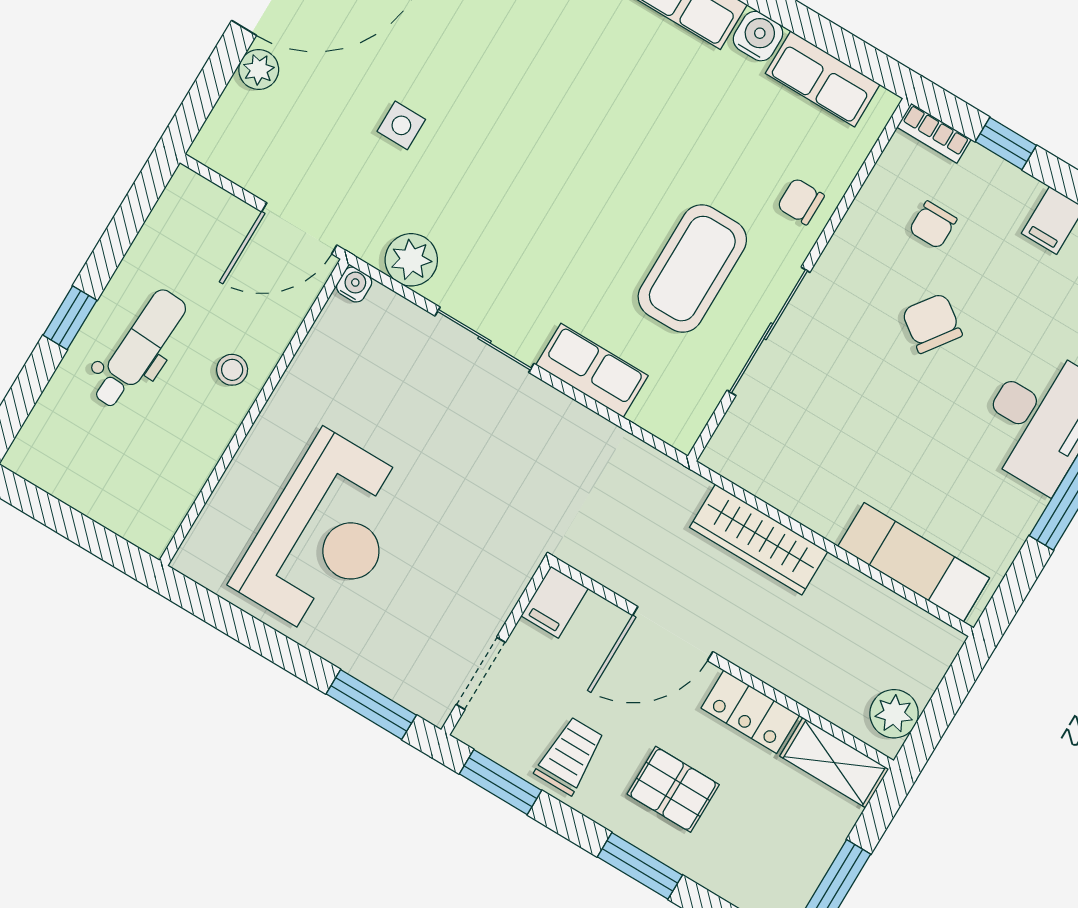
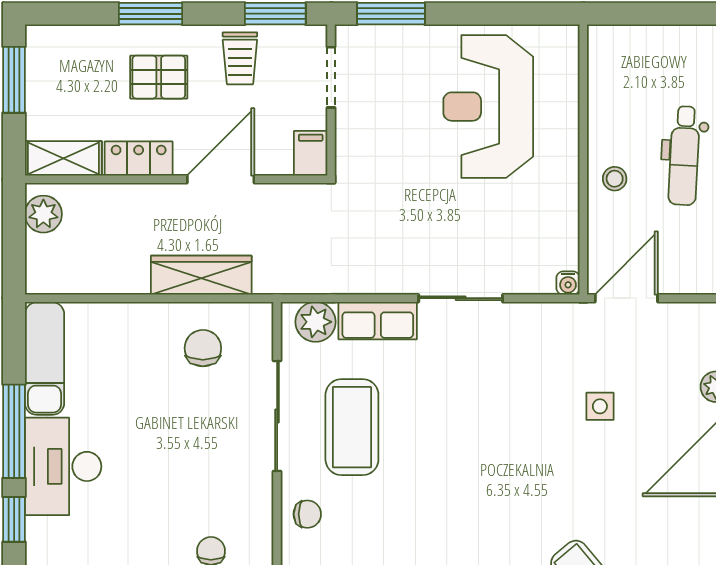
plant: (411, 260) -> (316, 322), moved
chair: (932, 323) -> (203, 348), moved, turned -126
exam couch: (914, 562) -> (45, 359), moved, turned -90

